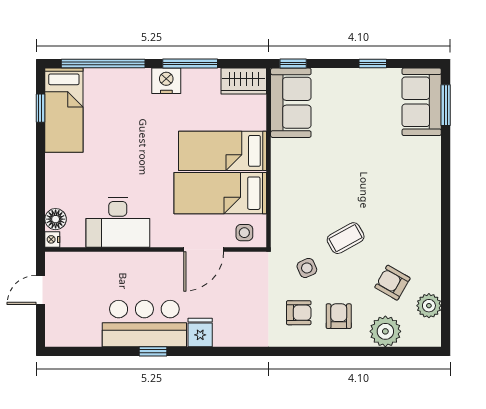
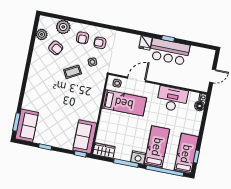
bed: (222, 151) -> (157, 147), moved, turned -90

